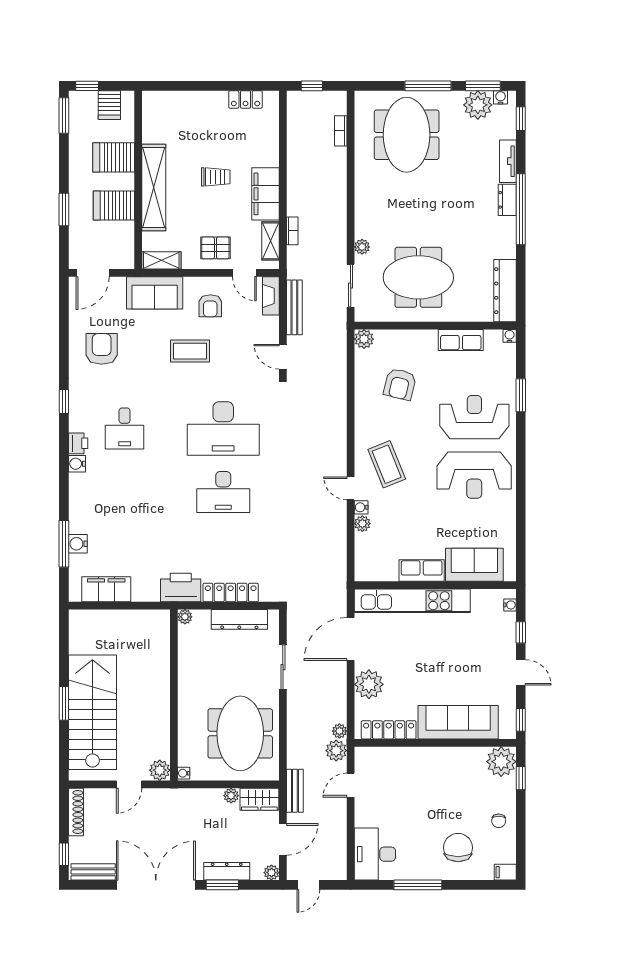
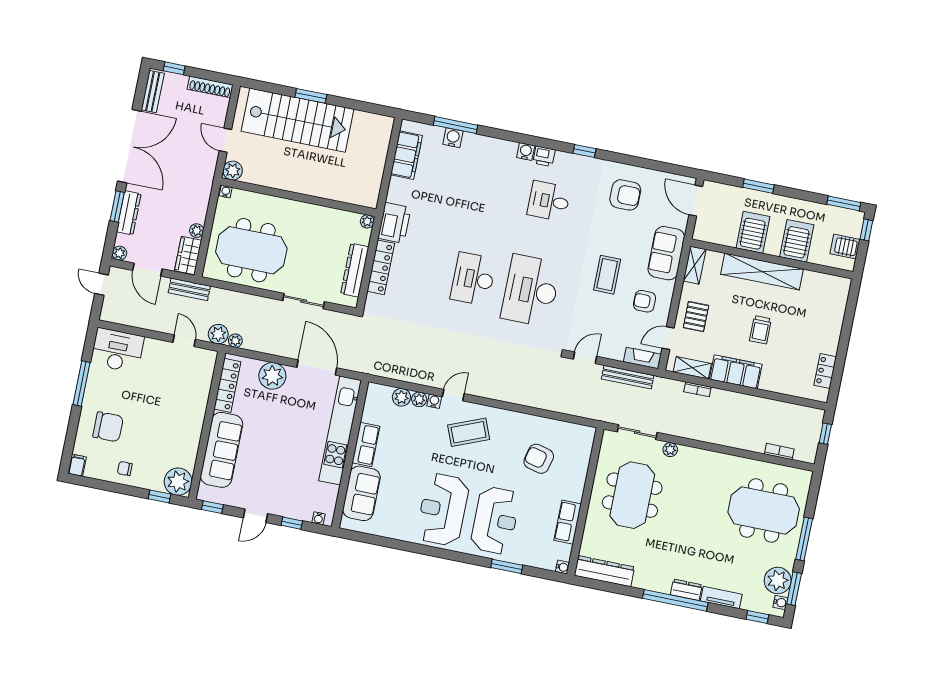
plant: (364, 339) -> (401, 397), moved

